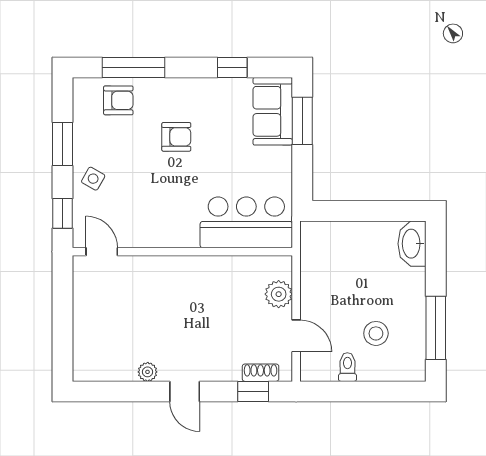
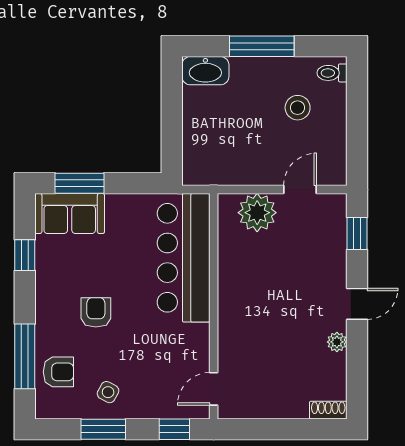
armchair: (118, 100) -> (58, 372), turned 90
side table: (93, 179) -> (108, 392), moved
bar counter: (246, 222) -> (184, 258), width x1.36
plant: (279, 294) -> (257, 213), width x1.36, depth x1.36
window: (436, 328) -> (262, 46), moved
toilet: (347, 367) -> (332, 73), moved
shoe rack: (261, 373) -> (328, 410), moved, turned 90

